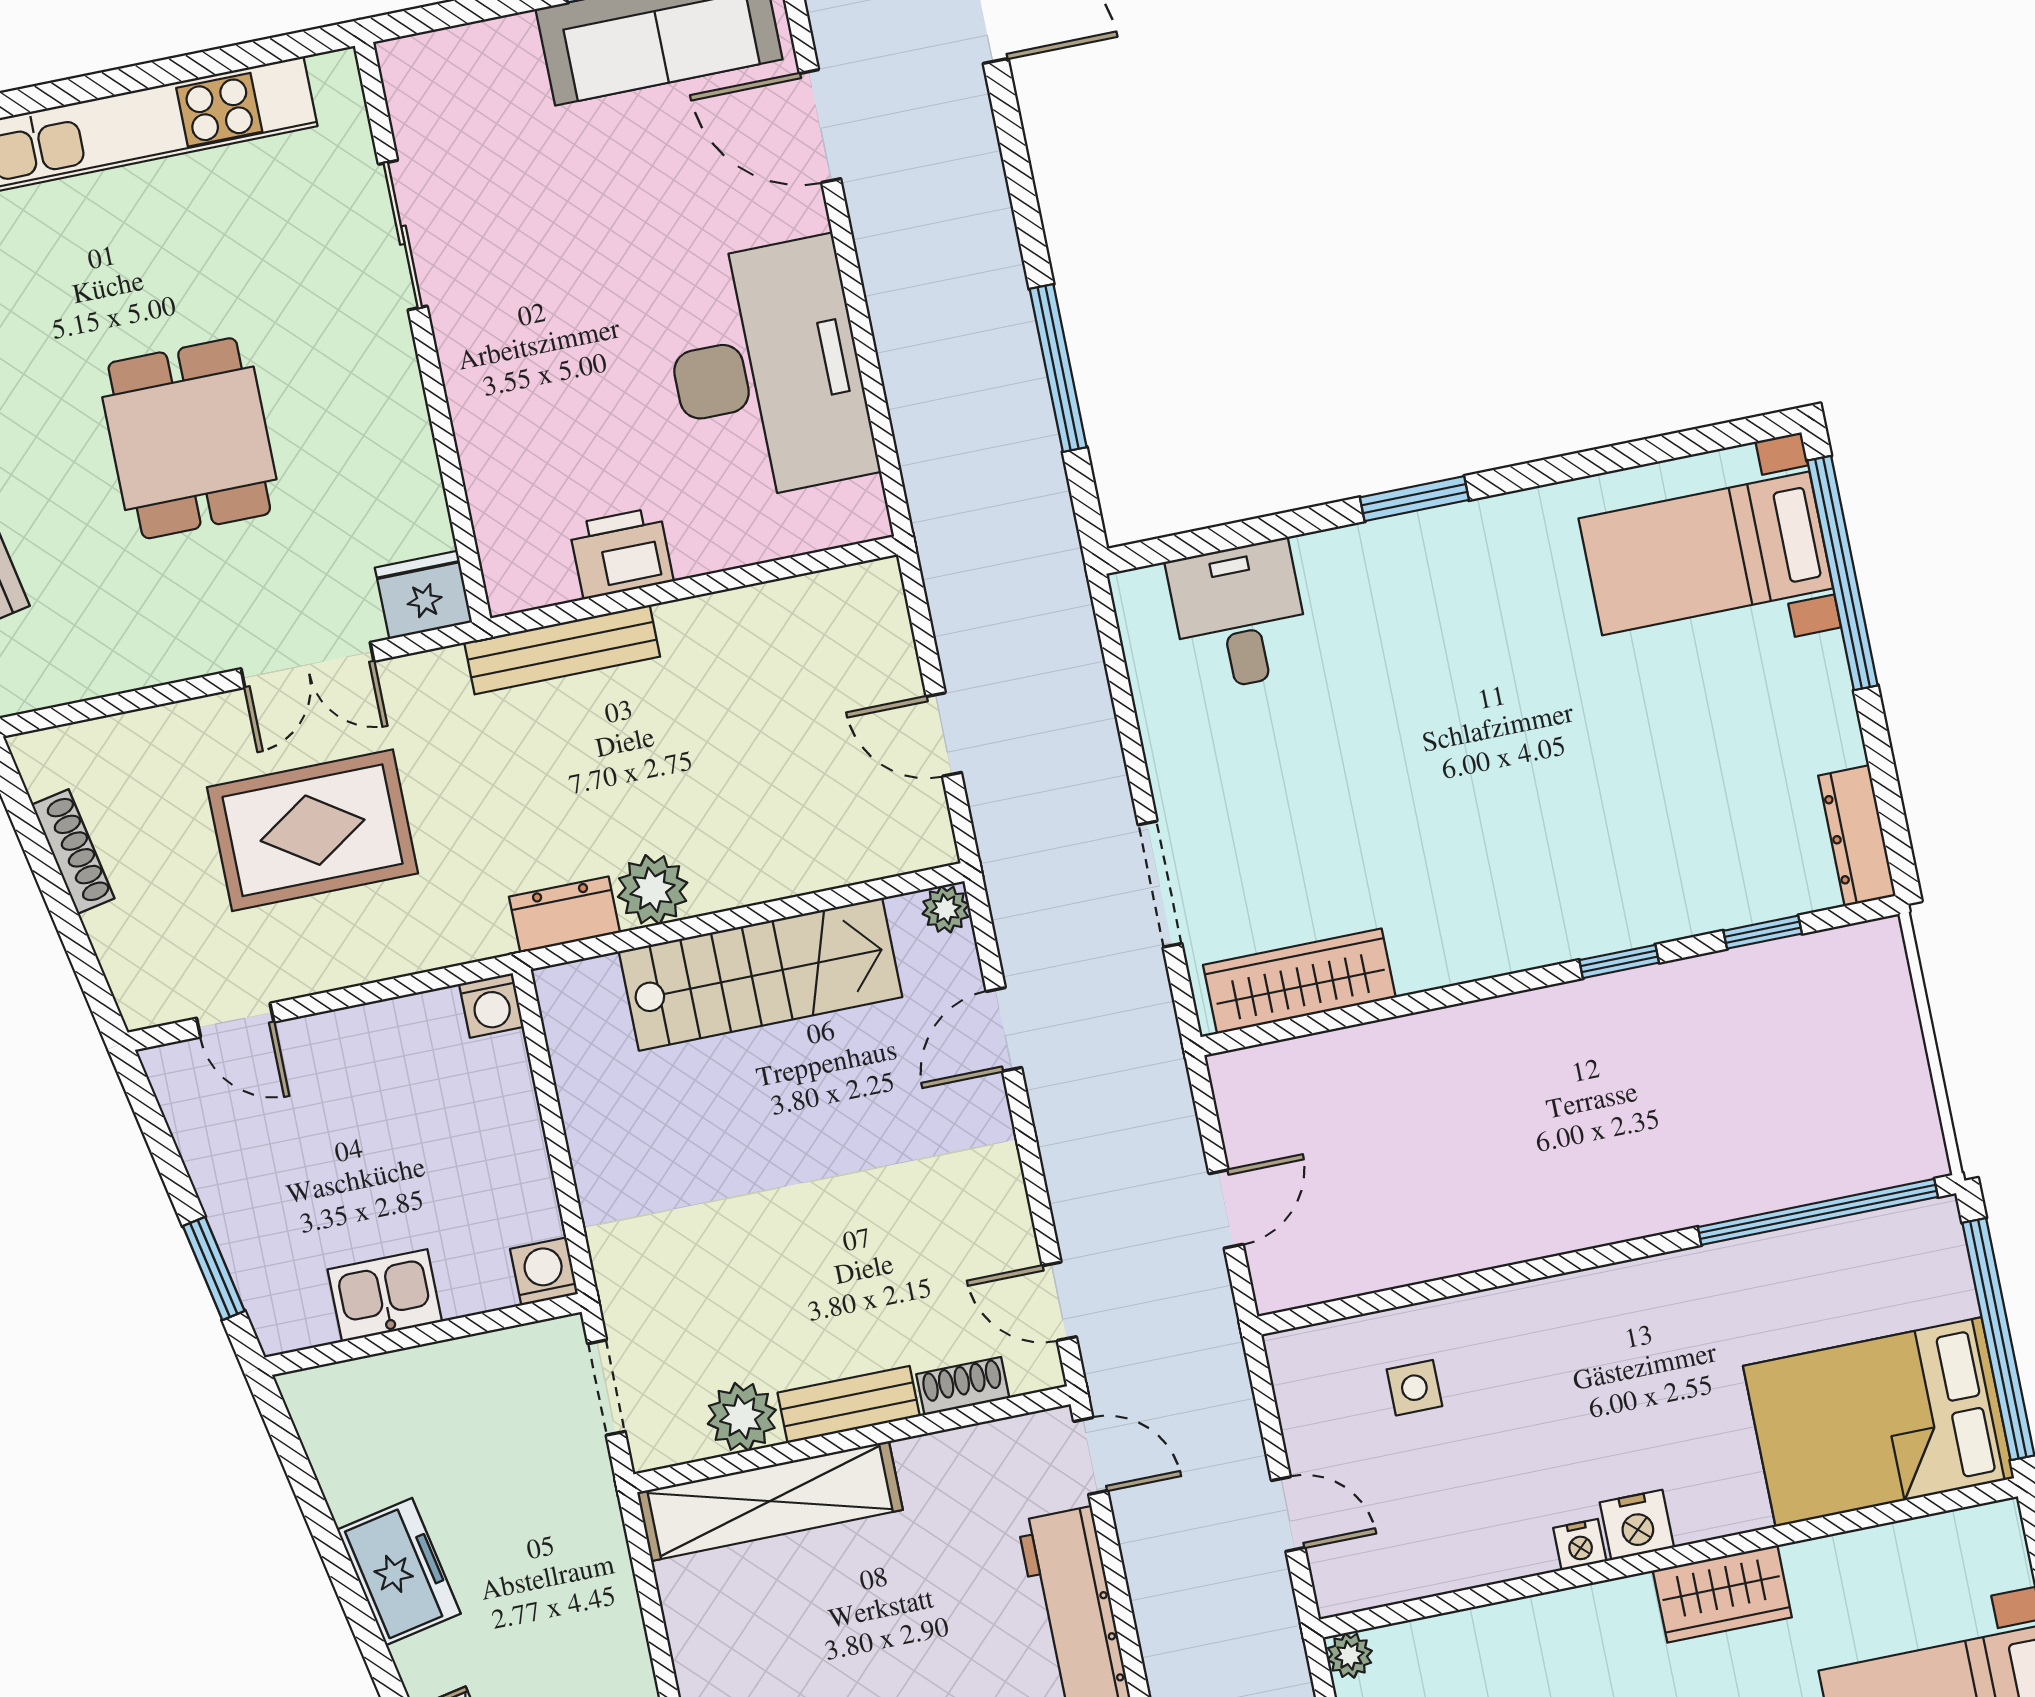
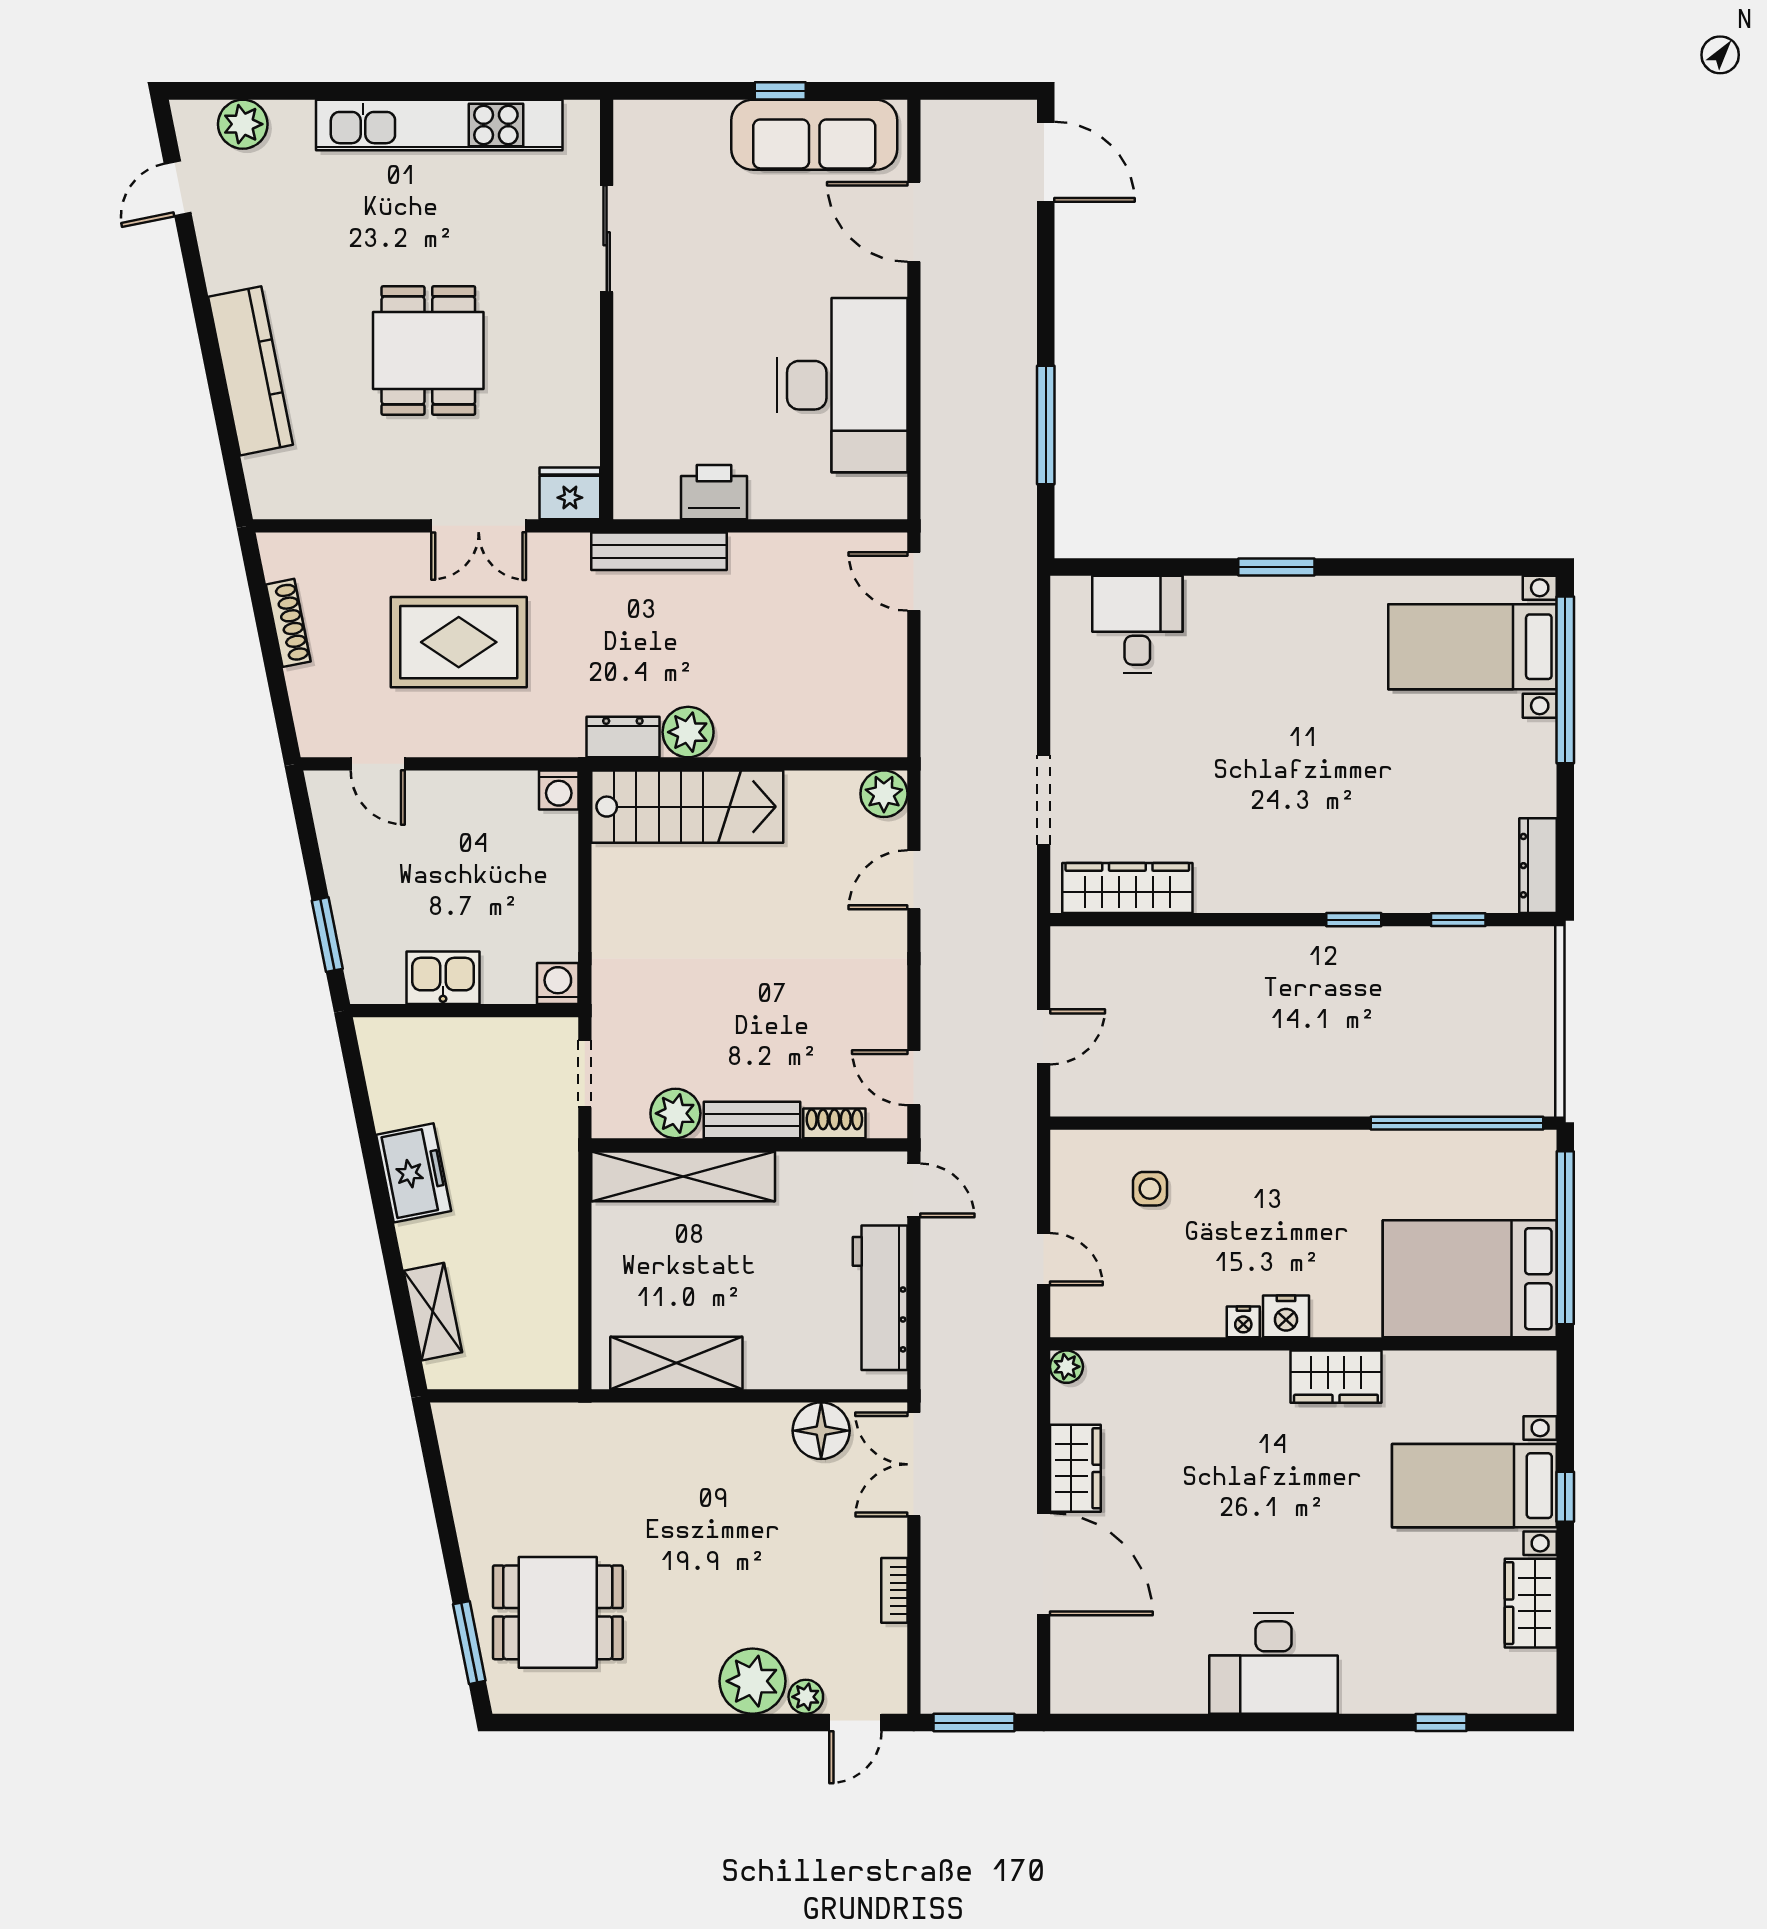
door: (944, 735) -> (914, 581), moved
plant: (946, 909) -> (884, 794), width x1.38, depth x1.38
stairs: (761, 974) -> (687, 807), moved

